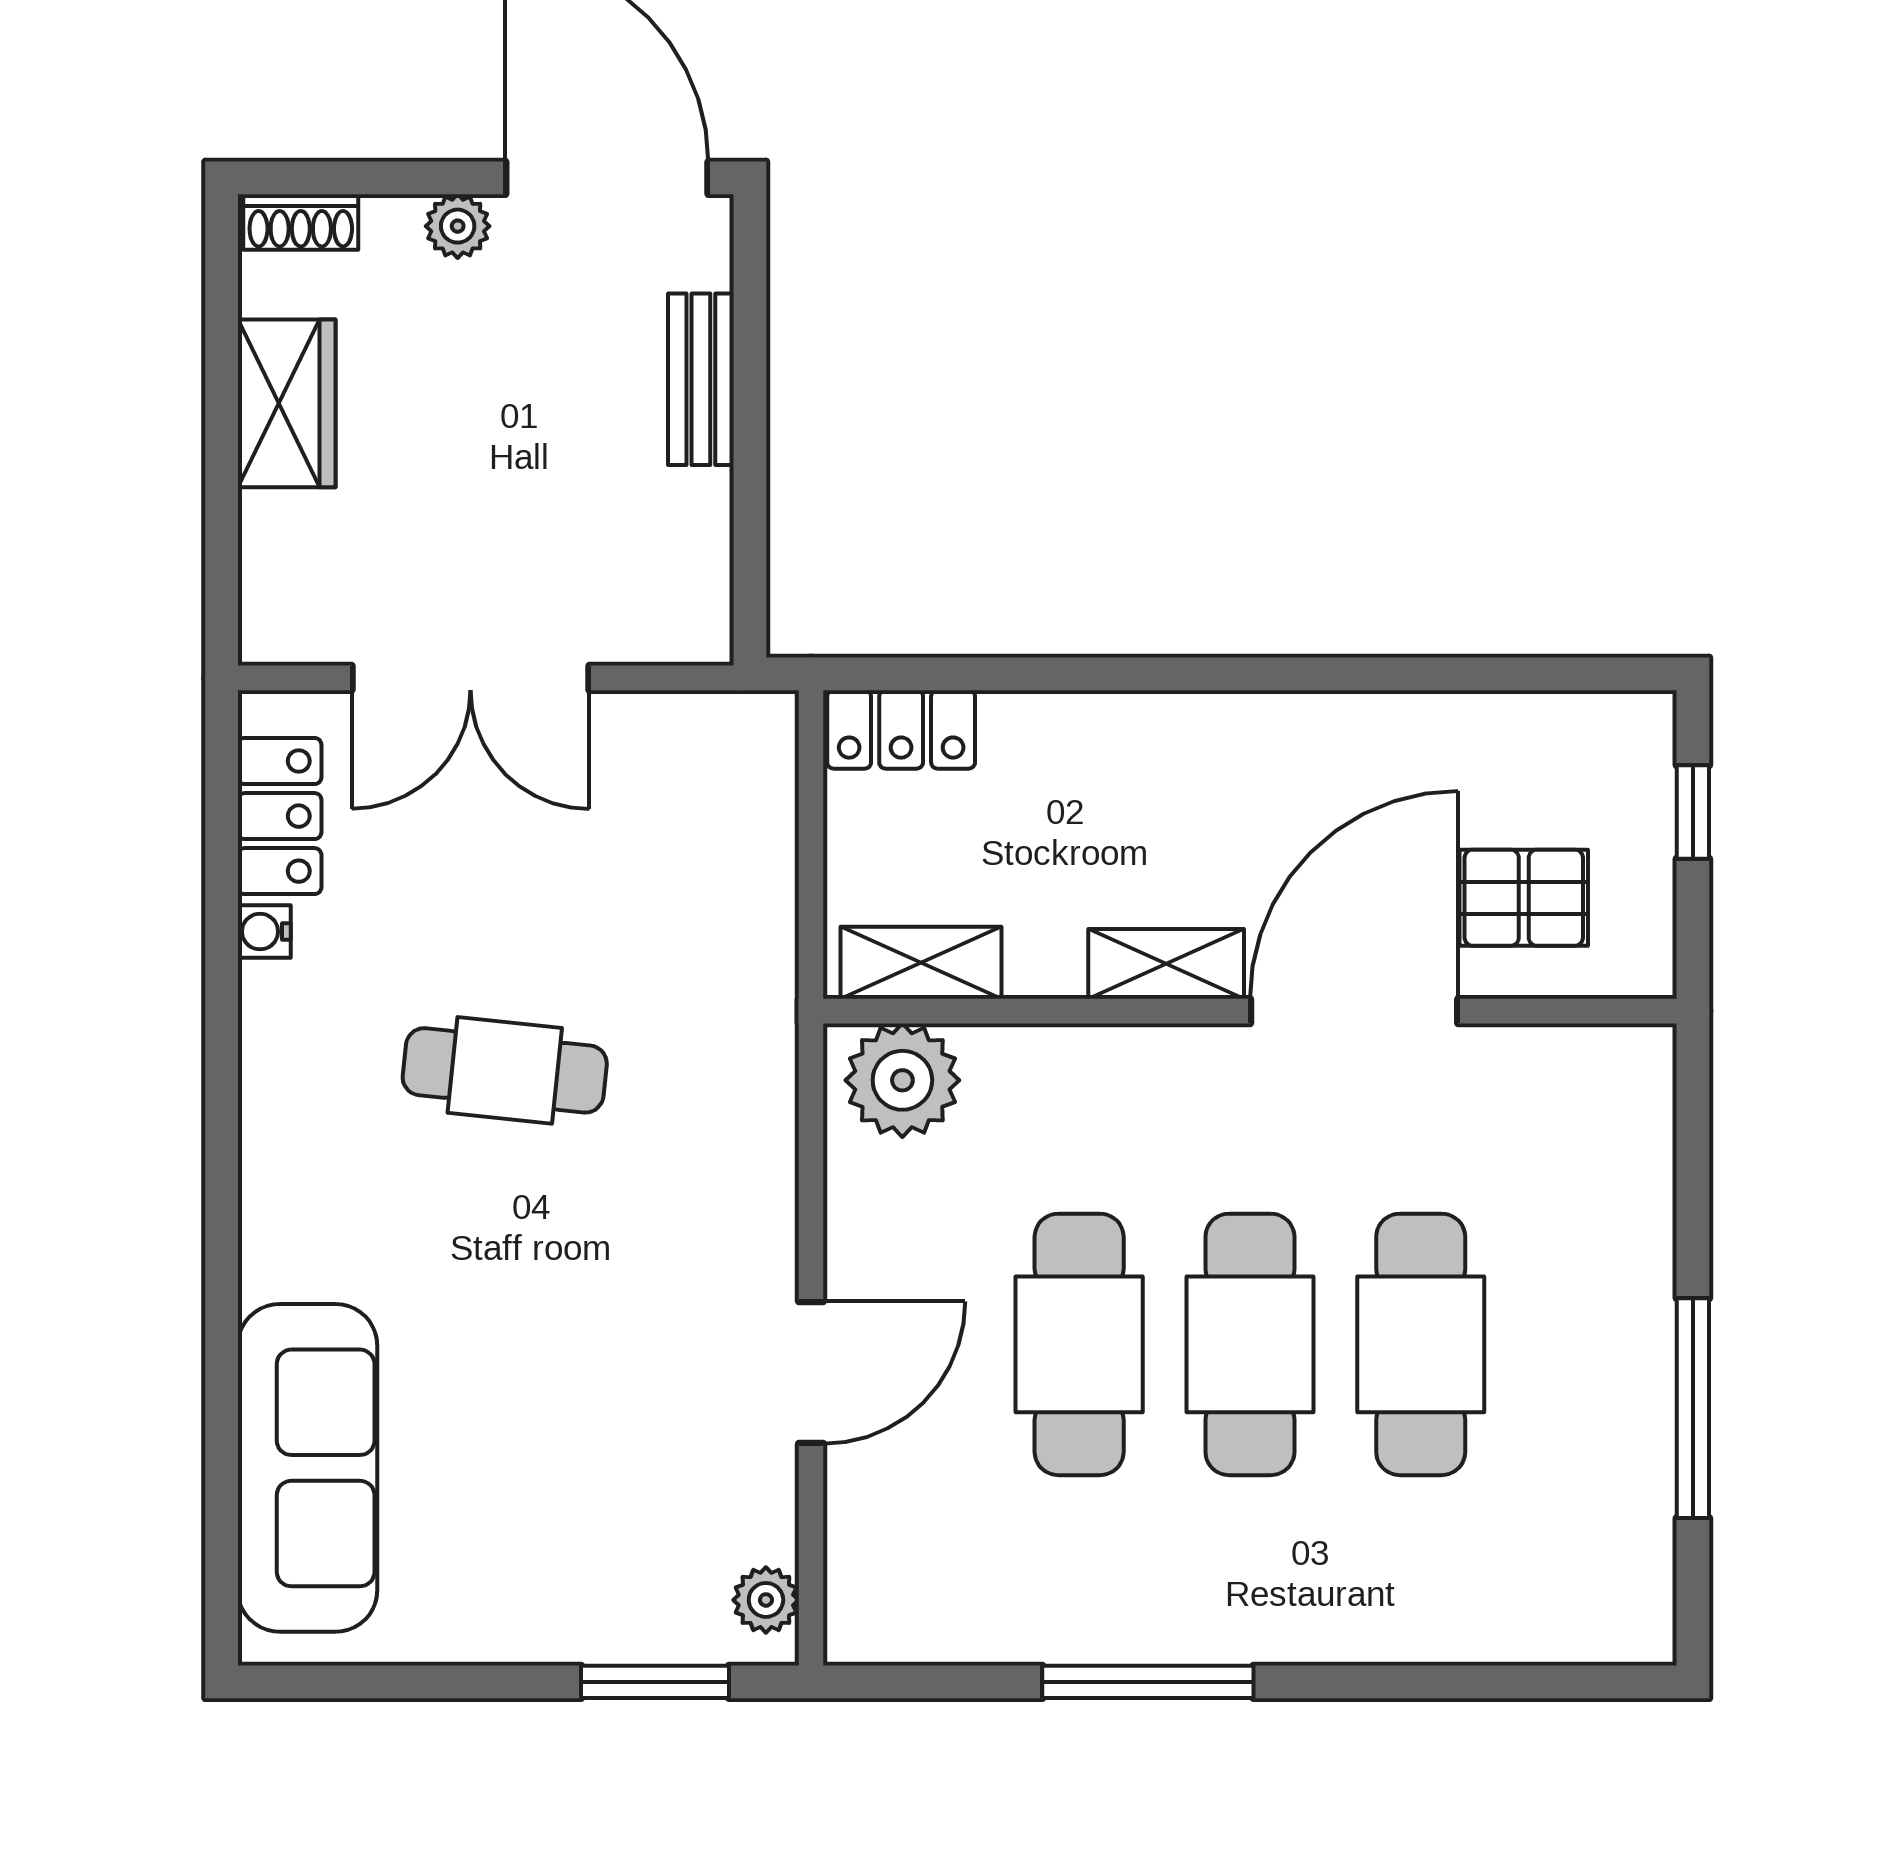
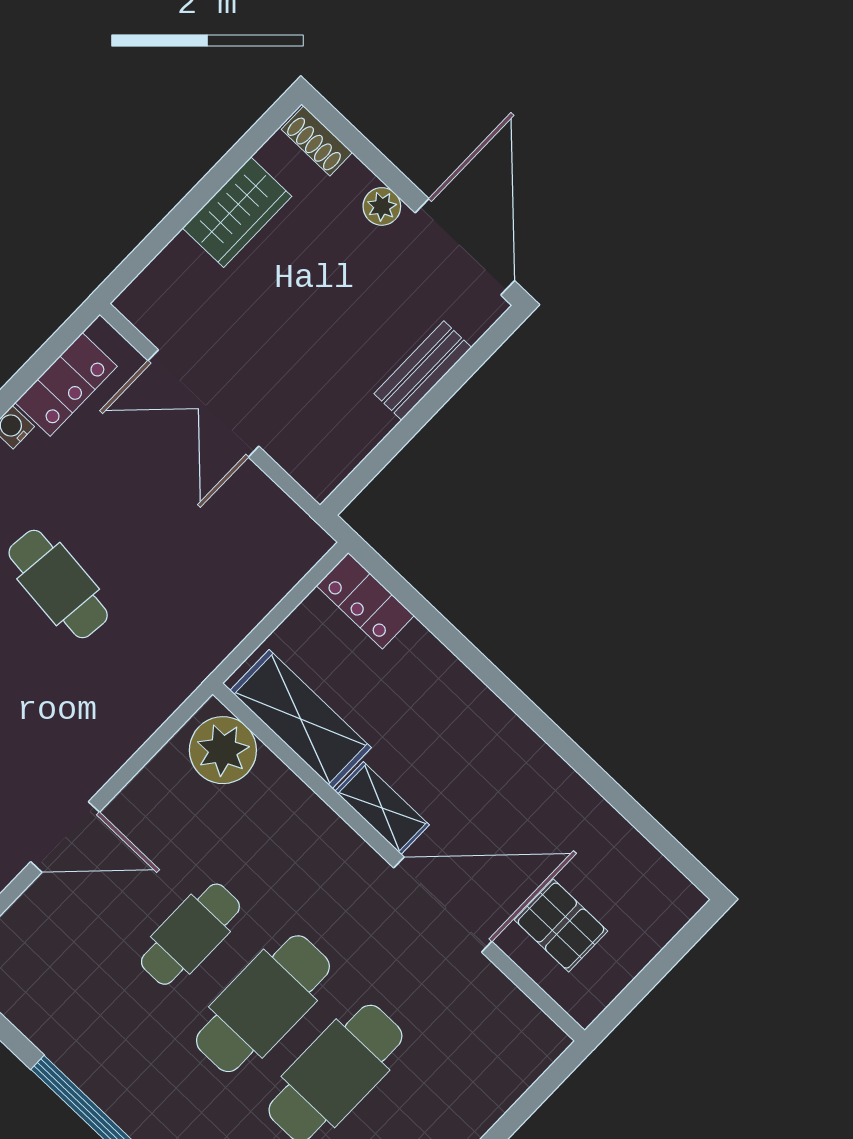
window: (1693, 812) -> (668, 958), removed
shelving: (921, 963) -> (301, 719), width x1.50, depth x1.33
cafe table: (1079, 1344) -> (190, 934), width x0.73, depth x0.74

